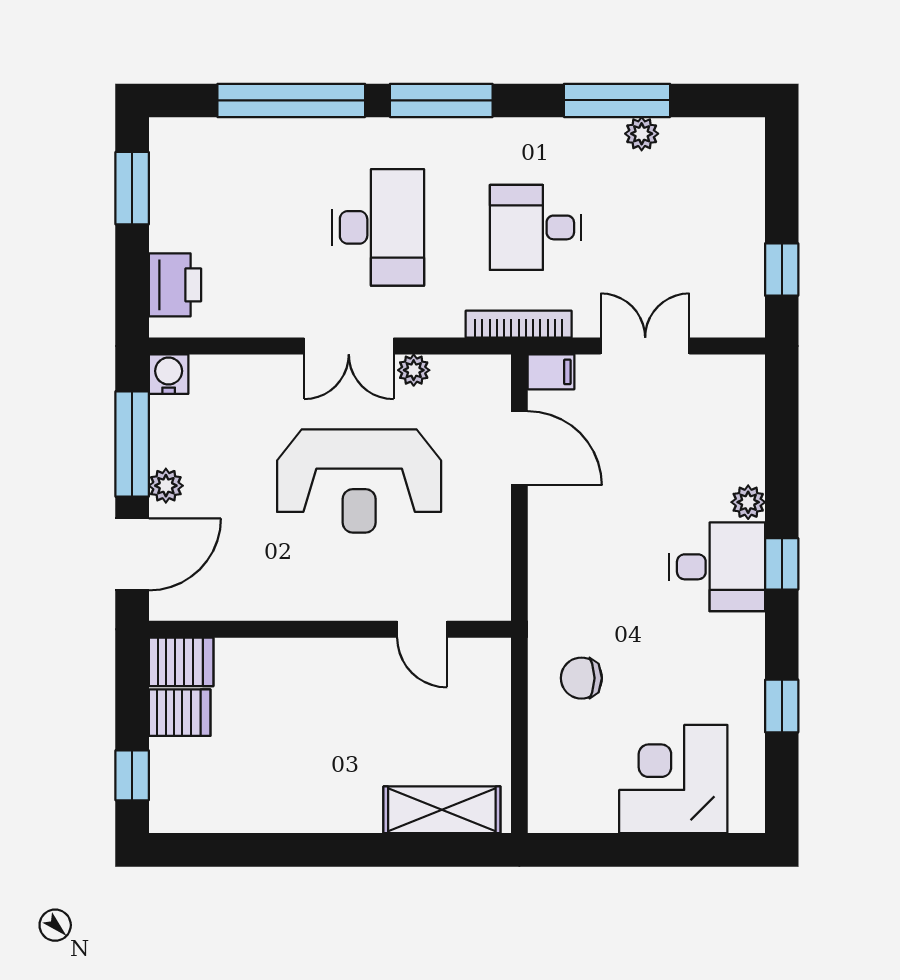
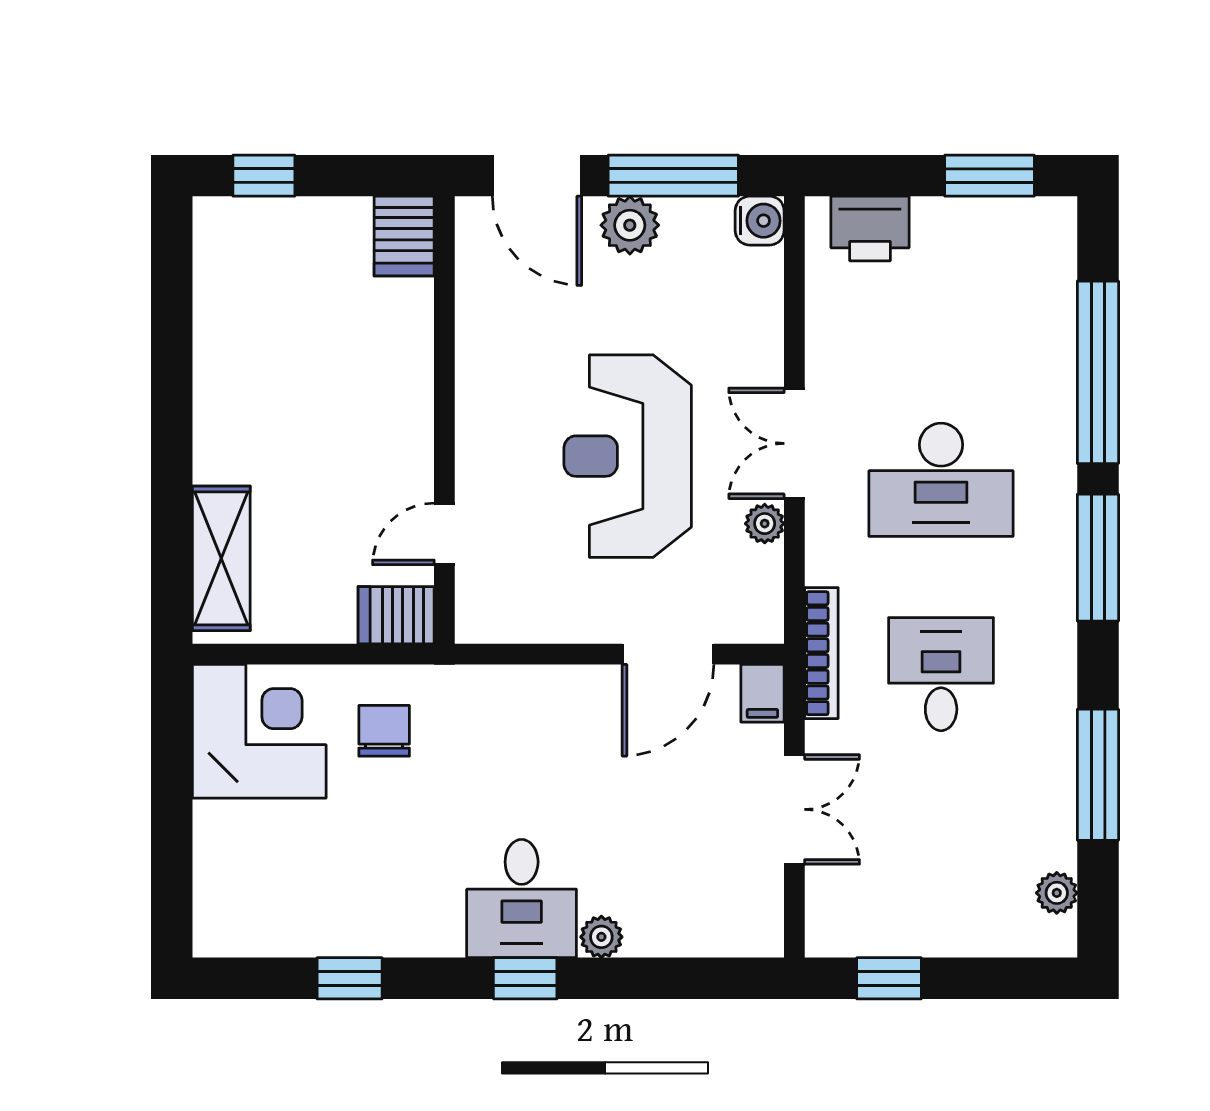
plant: (642, 134) -> (1057, 893), moved
plant: (166, 486) -> (630, 225), width x1.38, depth x1.38
server rack: (180, 713) -> (396, 615), moved, turned 90
corner desk: (673, 779) -> (259, 731), moved

